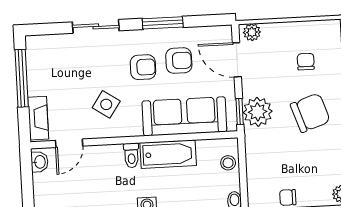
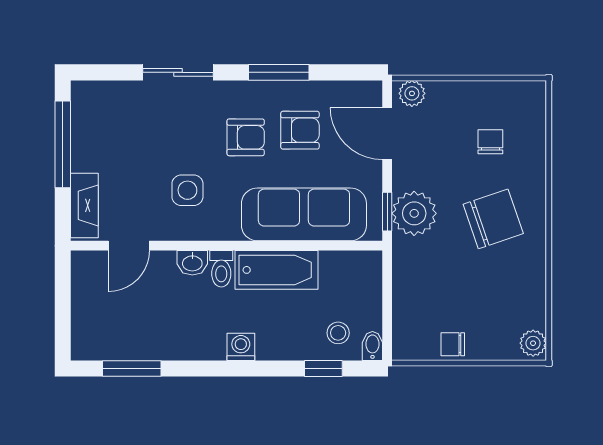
side table: (106, 104) -> (187, 190), turned -34
washbasin: (40, 162) -> (192, 263), moved, turned 90
stool: (228, 163) -> (338, 333), moved

